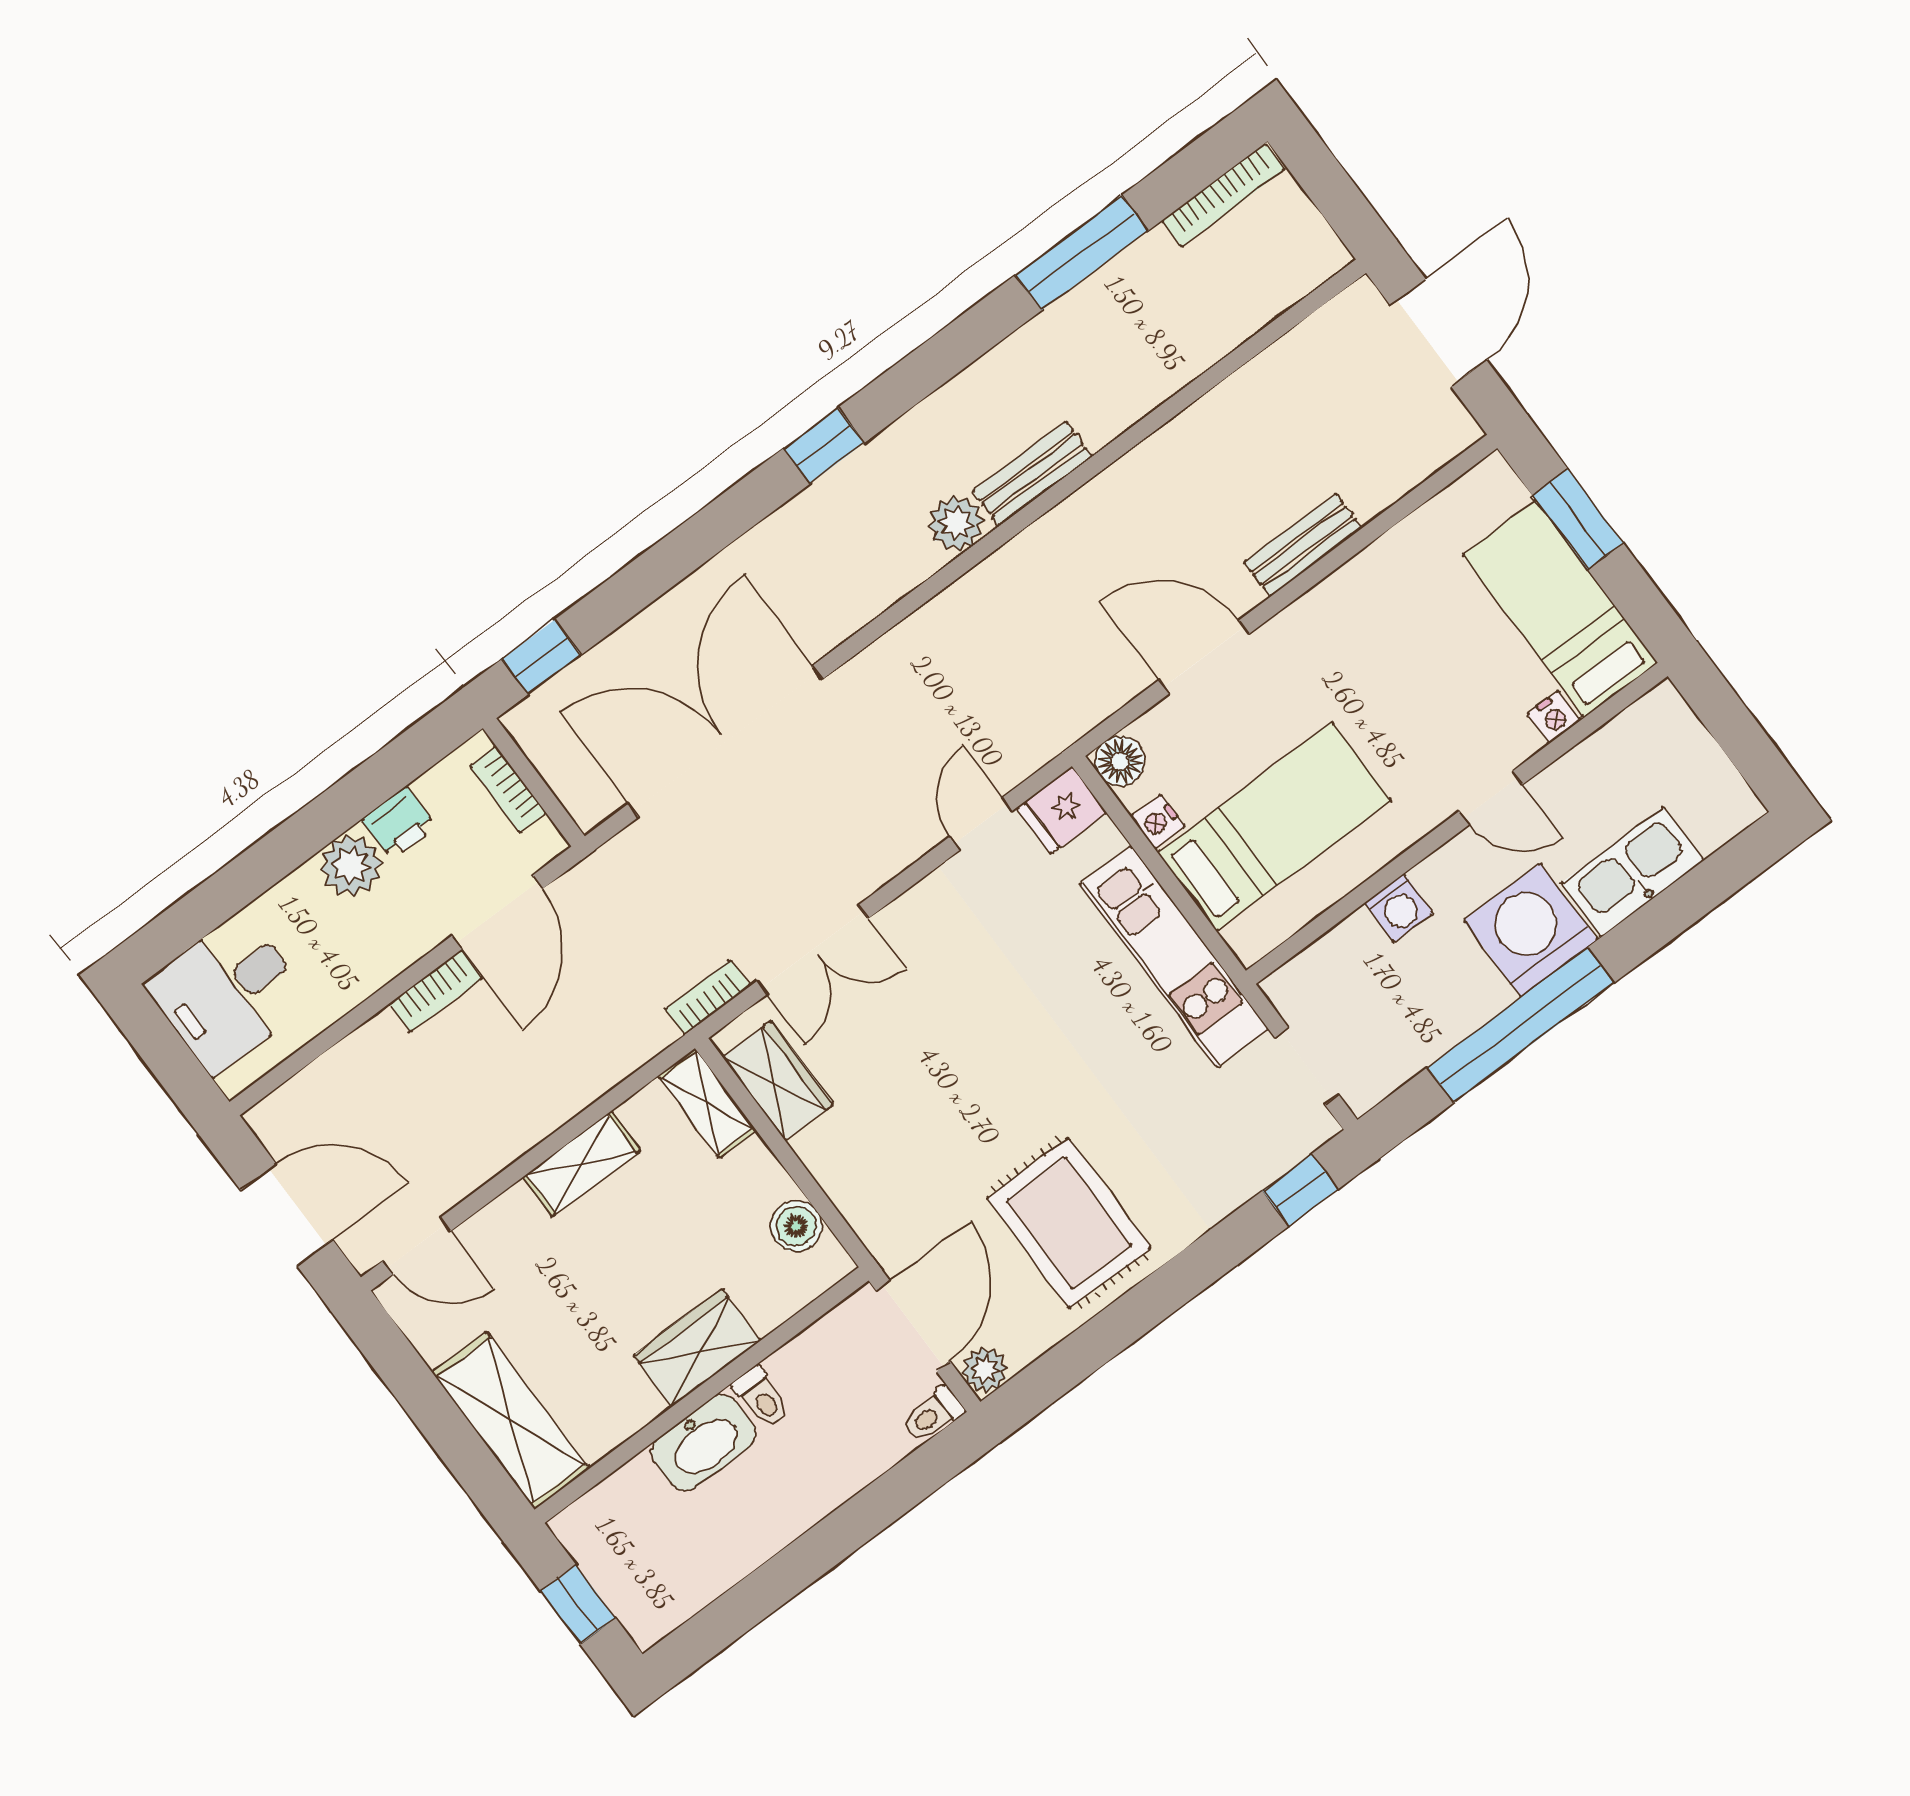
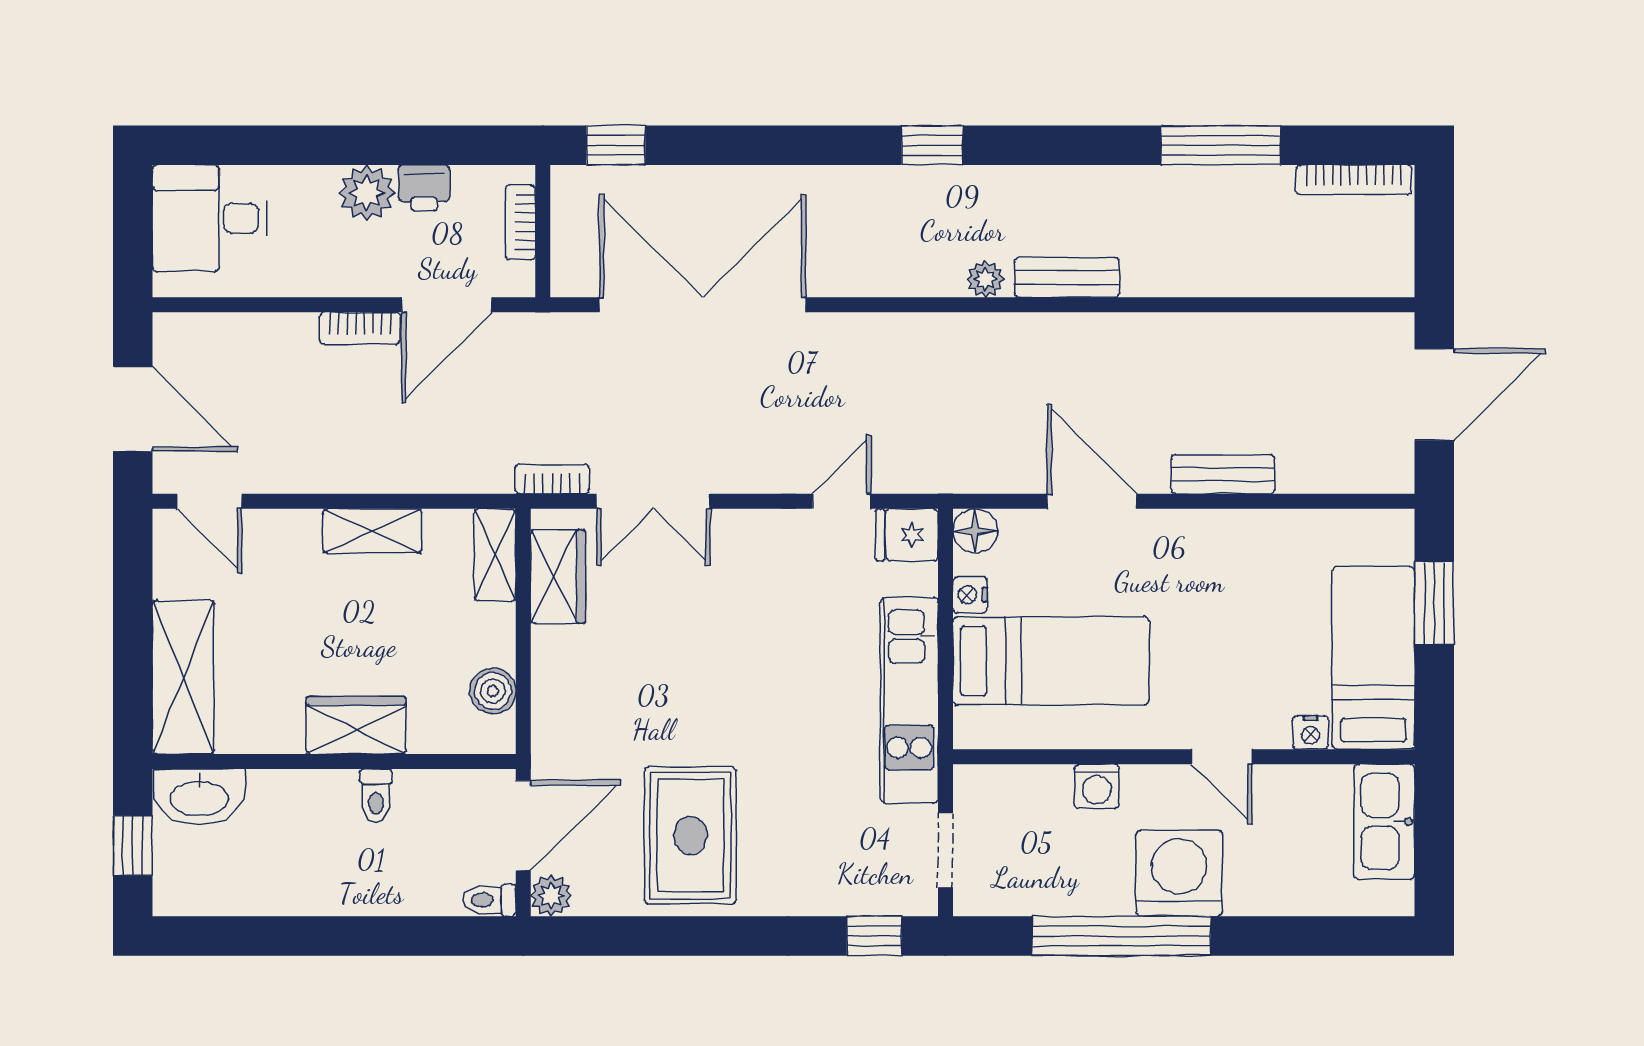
plant: (956, 523) -> (985, 279), width x0.73, depth x0.73
kitchen sink: (1633, 872) -> (1384, 822), moved, turned -90
washbasin: (704, 1443) -> (199, 797), moved

